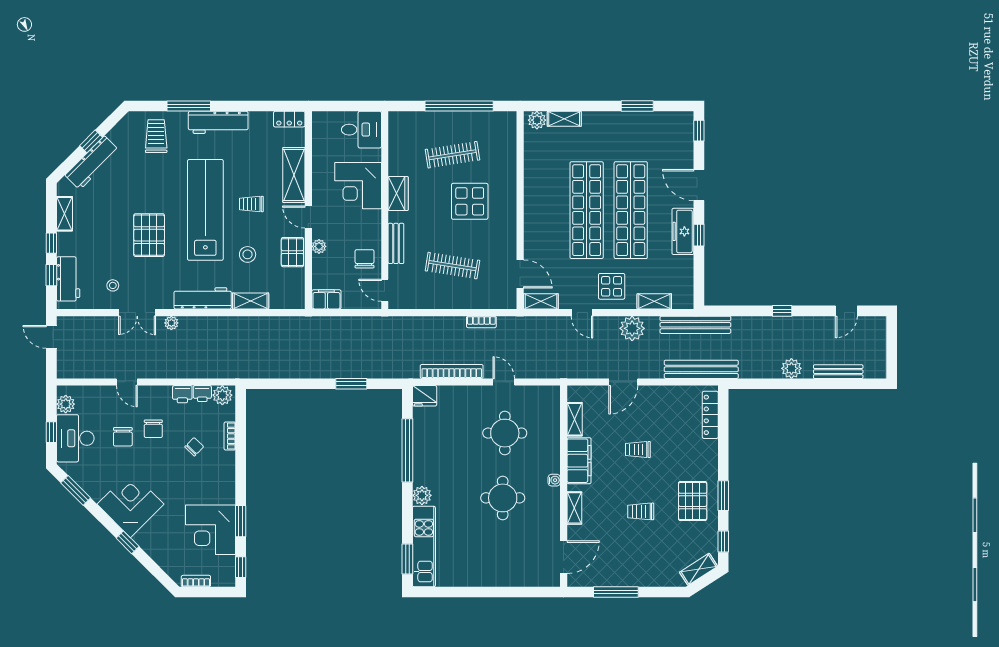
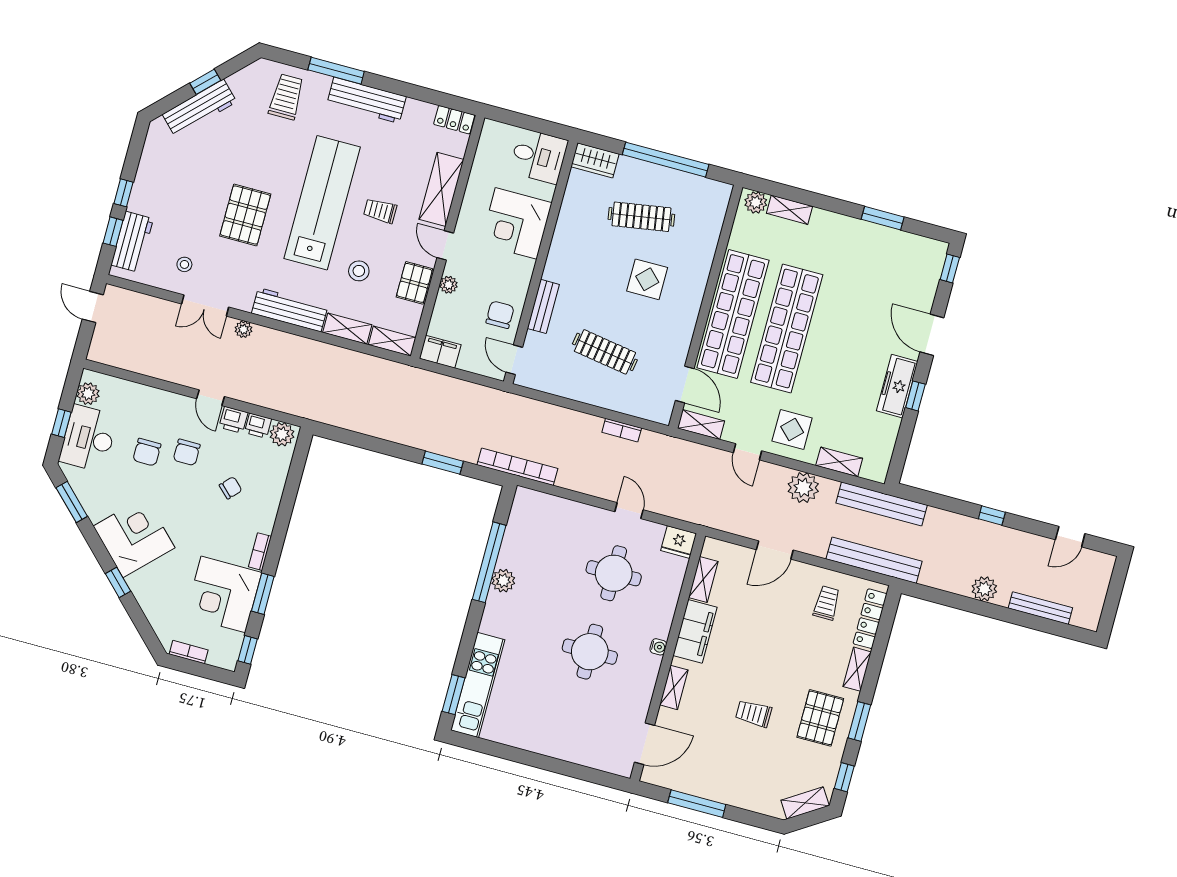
wardrobe: (398, 193) -> (595, 160), moved, turned 90
display table: (470, 201) -> (647, 279), width x0.73, depth x0.73
shop shelf: (631, 210) -> (733, 314), moved
shelving: (65, 214) -> (392, 341), moved, turned 90
bookcase: (452, 371) -> (517, 467), moved
door: (127, 382) -> (210, 398), moved
fridge: (425, 396) -> (679, 542), moved
bookcase: (230, 436) -> (260, 552), moved
trolley: (638, 450) -> (827, 603), moved, turned 90
shelving: (711, 456) -> (857, 669), added
plant: (422, 495) -> (503, 581), moved

